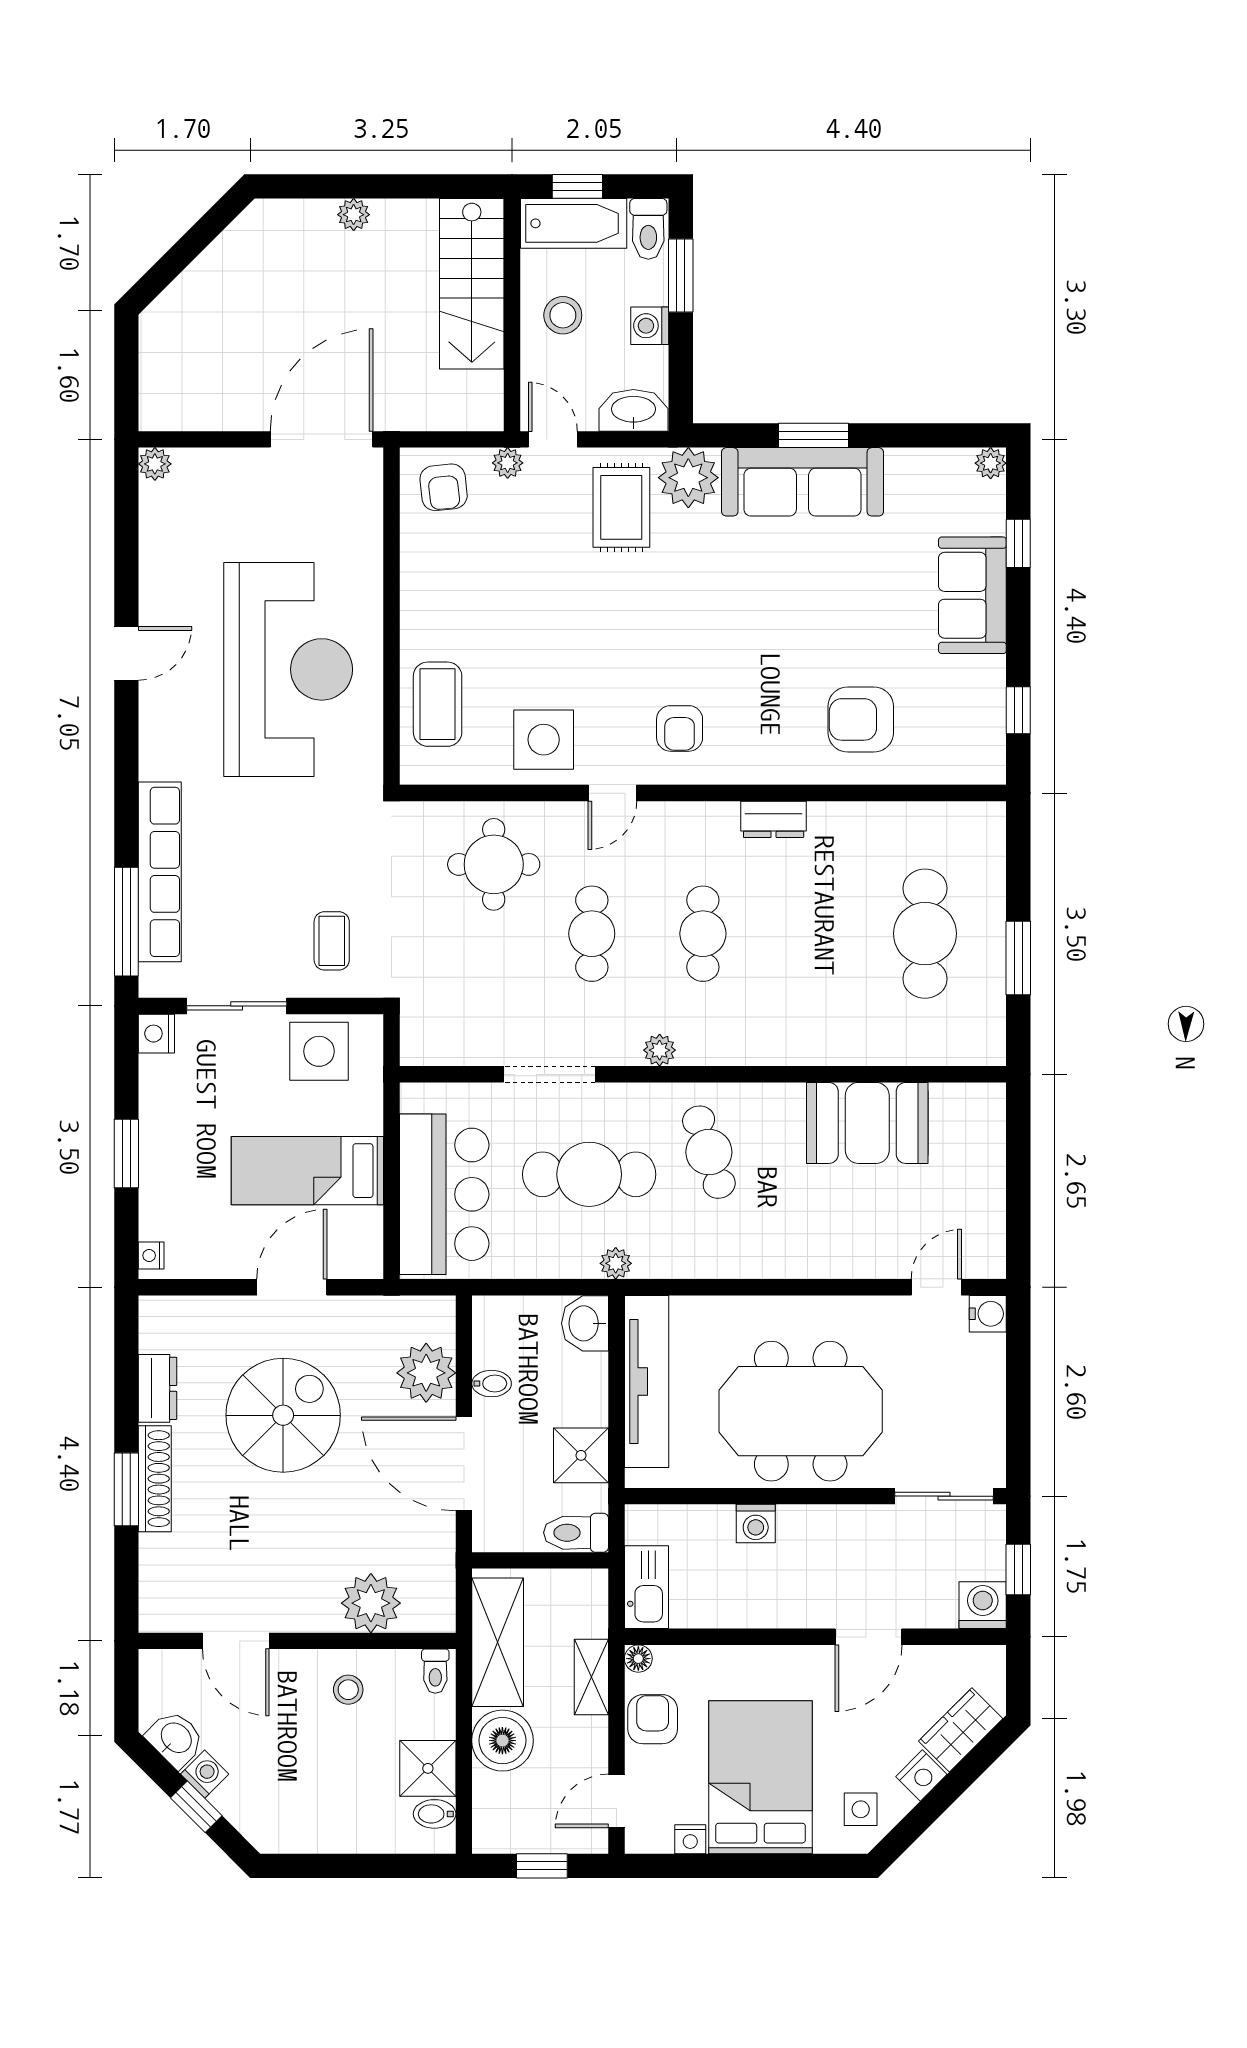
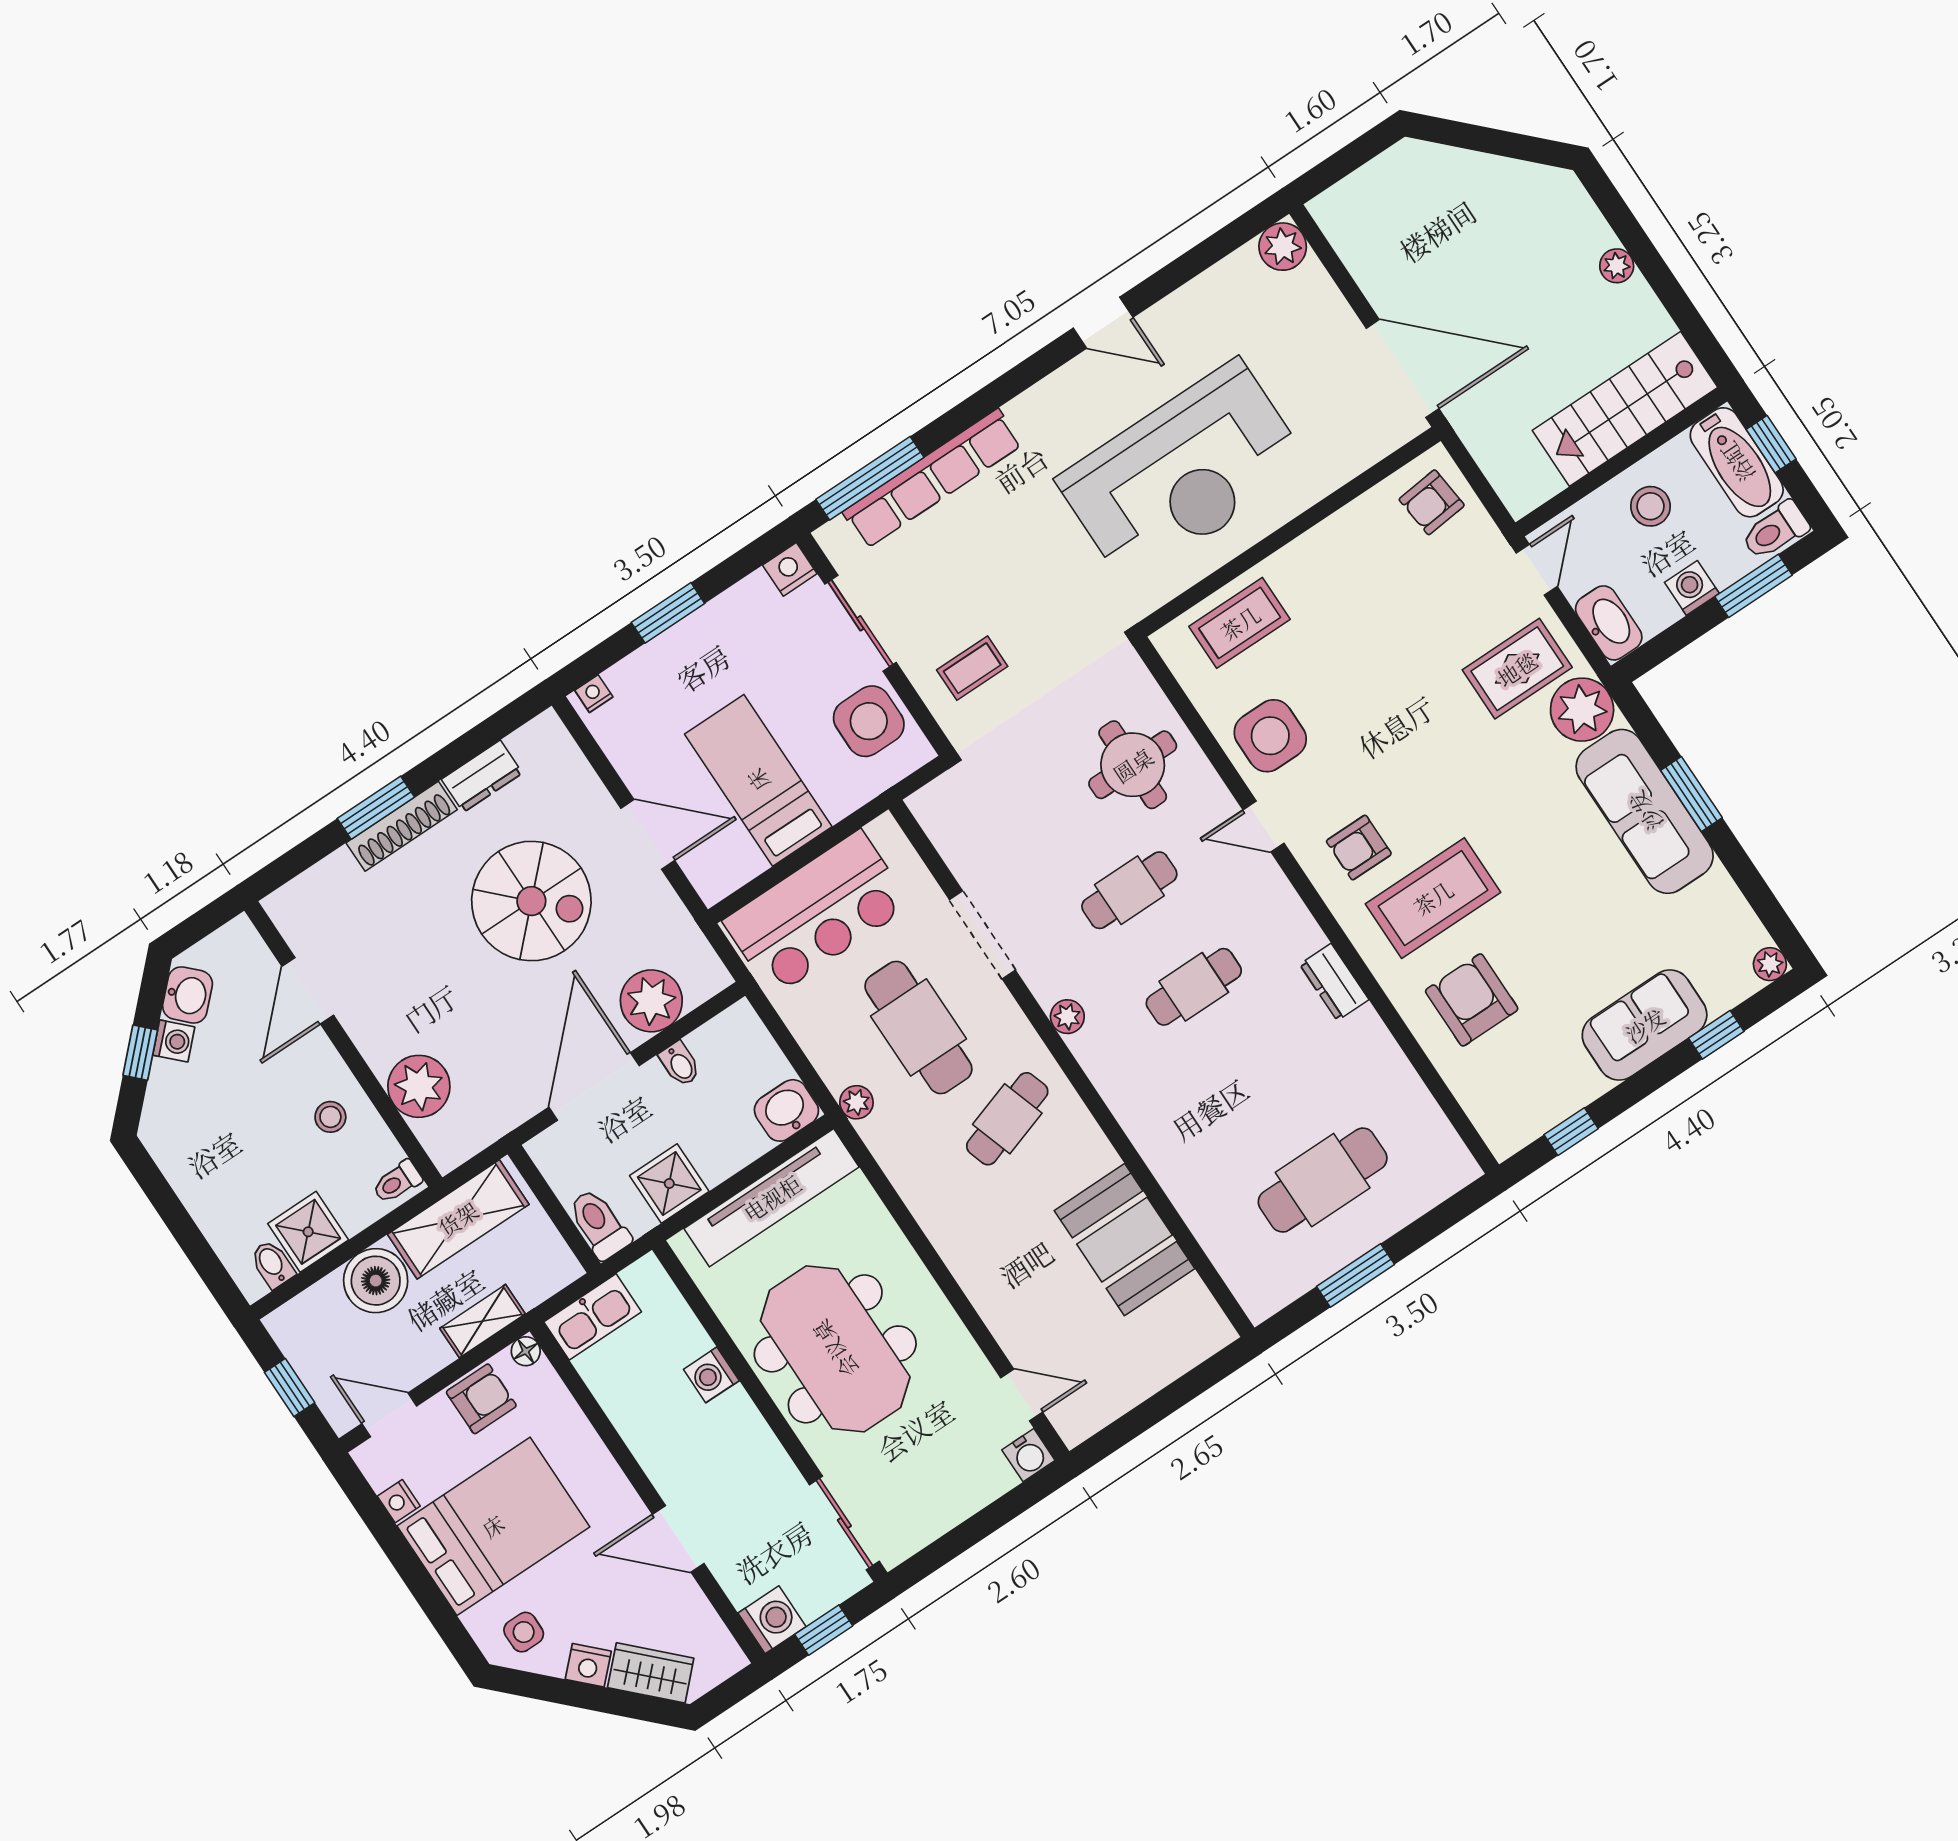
plant: (508, 463) -> (1490, 544), removed
plant: (155, 464) -> (1283, 247), width x1.38, depth x1.38
coffee table: (759, 696) -> (1433, 898), added

